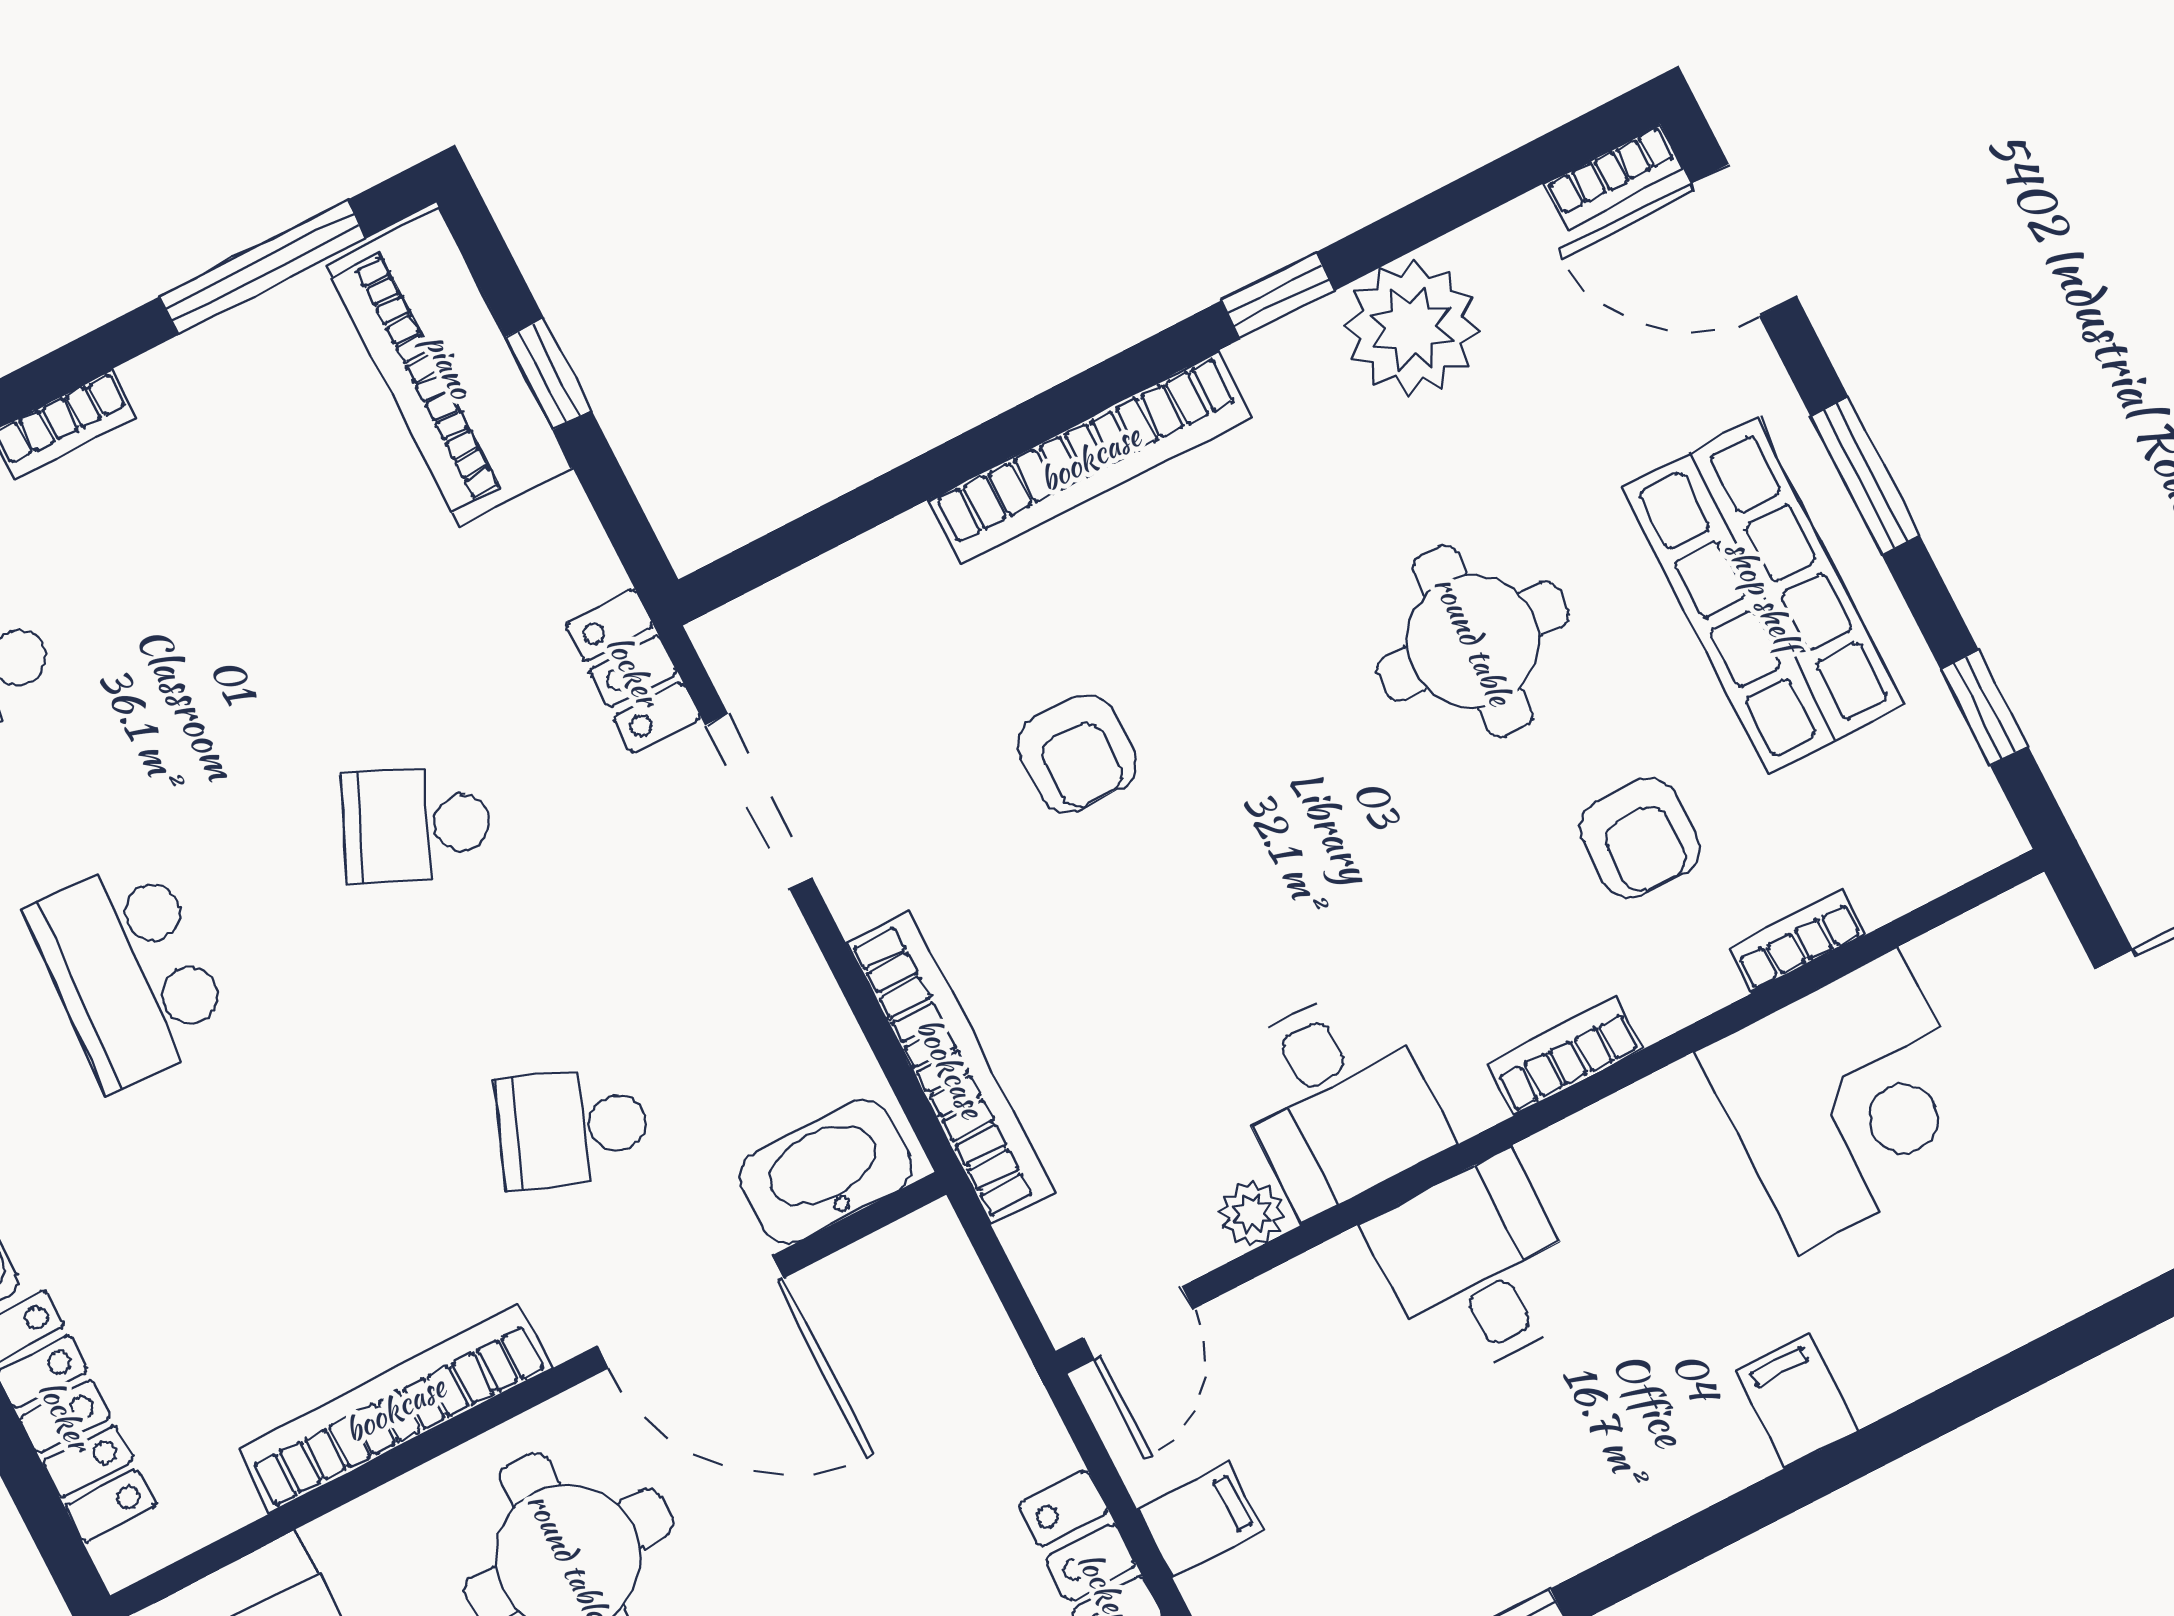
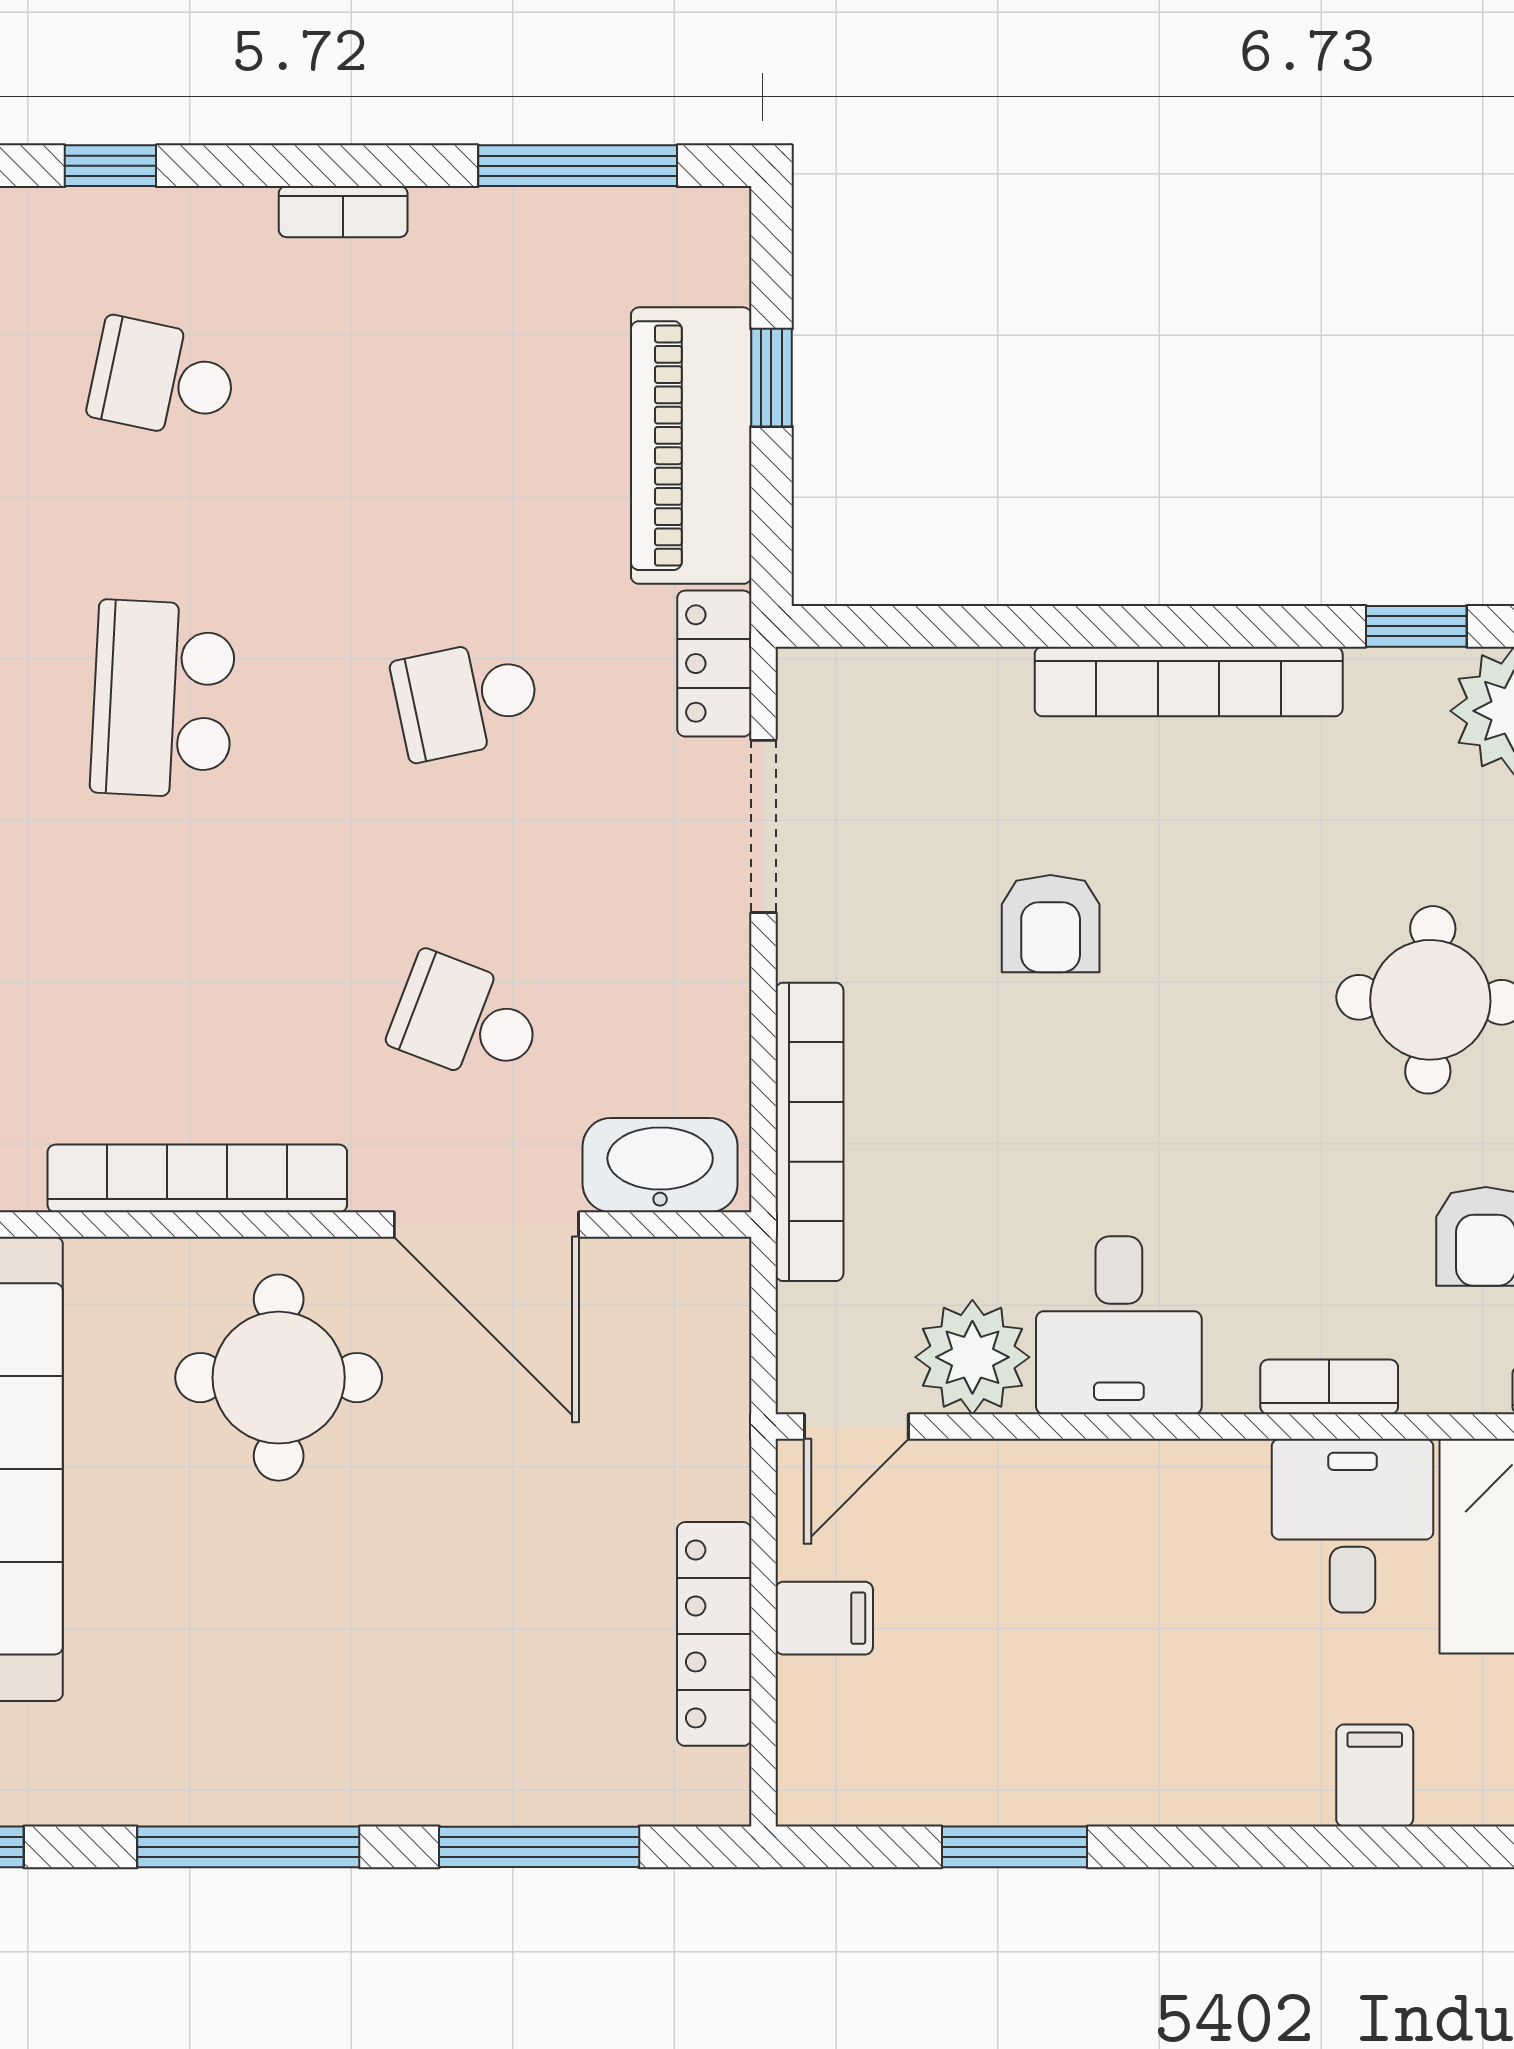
piano: (449, 366) -> (691, 446), moved
school desk: (417, 825) -> (467, 699), turned -36
plant: (1252, 1213) -> (972, 1357), width x1.88, depth x1.88
desk: (1477, 1267) -> (1352, 1526), moved

